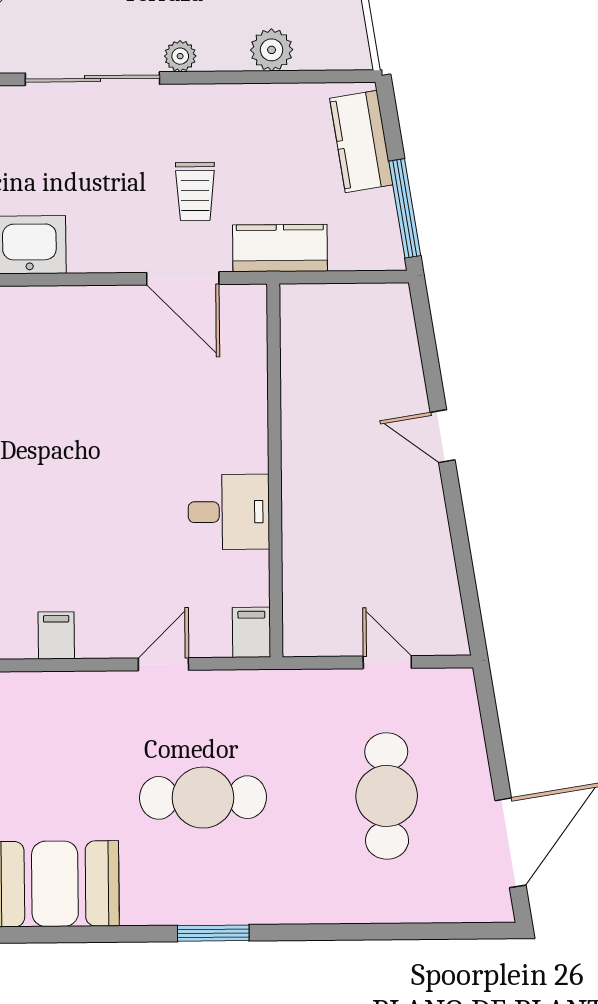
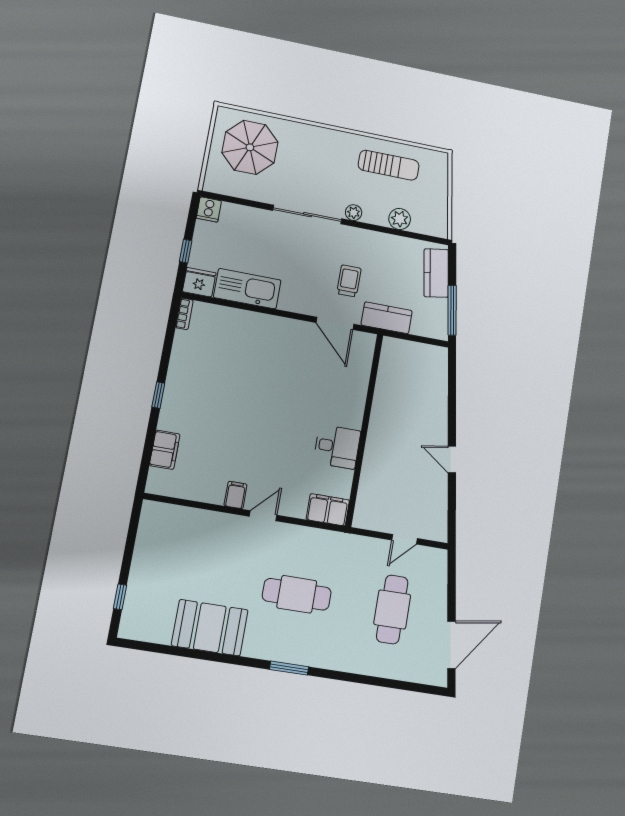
trolley: (195, 191) -> (349, 281), turned 180
door: (443, 436) -> (452, 459), moved
filing cabinet: (251, 632) -> (328, 510), width x2.00
door: (387, 662) -> (404, 539), swing flipped
door: (163, 664) -> (263, 516), moved

